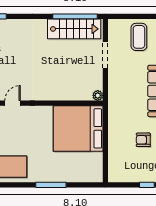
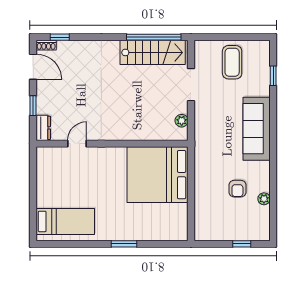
plant: (98, 95) -> (182, 121), moved
armchair: (143, 140) -> (237, 189), turned -90
window: (51, 185) -> (124, 244), width x0.69

